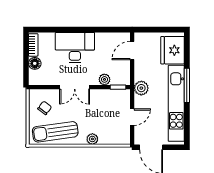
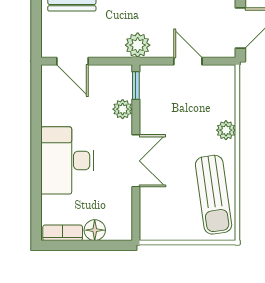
chair: (45, 108) -> (172, 213), removed

